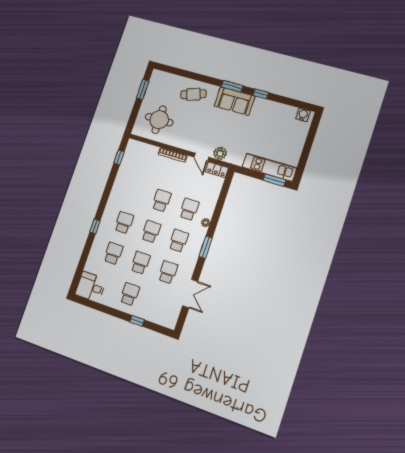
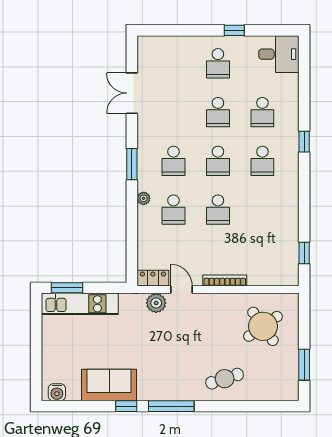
window: (232, 86) -> (171, 406), width x1.44
sofa: (234, 101) -> (109, 385), moved
round table: (159, 120) -> (263, 326), turned -35
school desk: (168, 272) -> (173, 112), removed
window: (137, 321) -> (234, 30), moved

